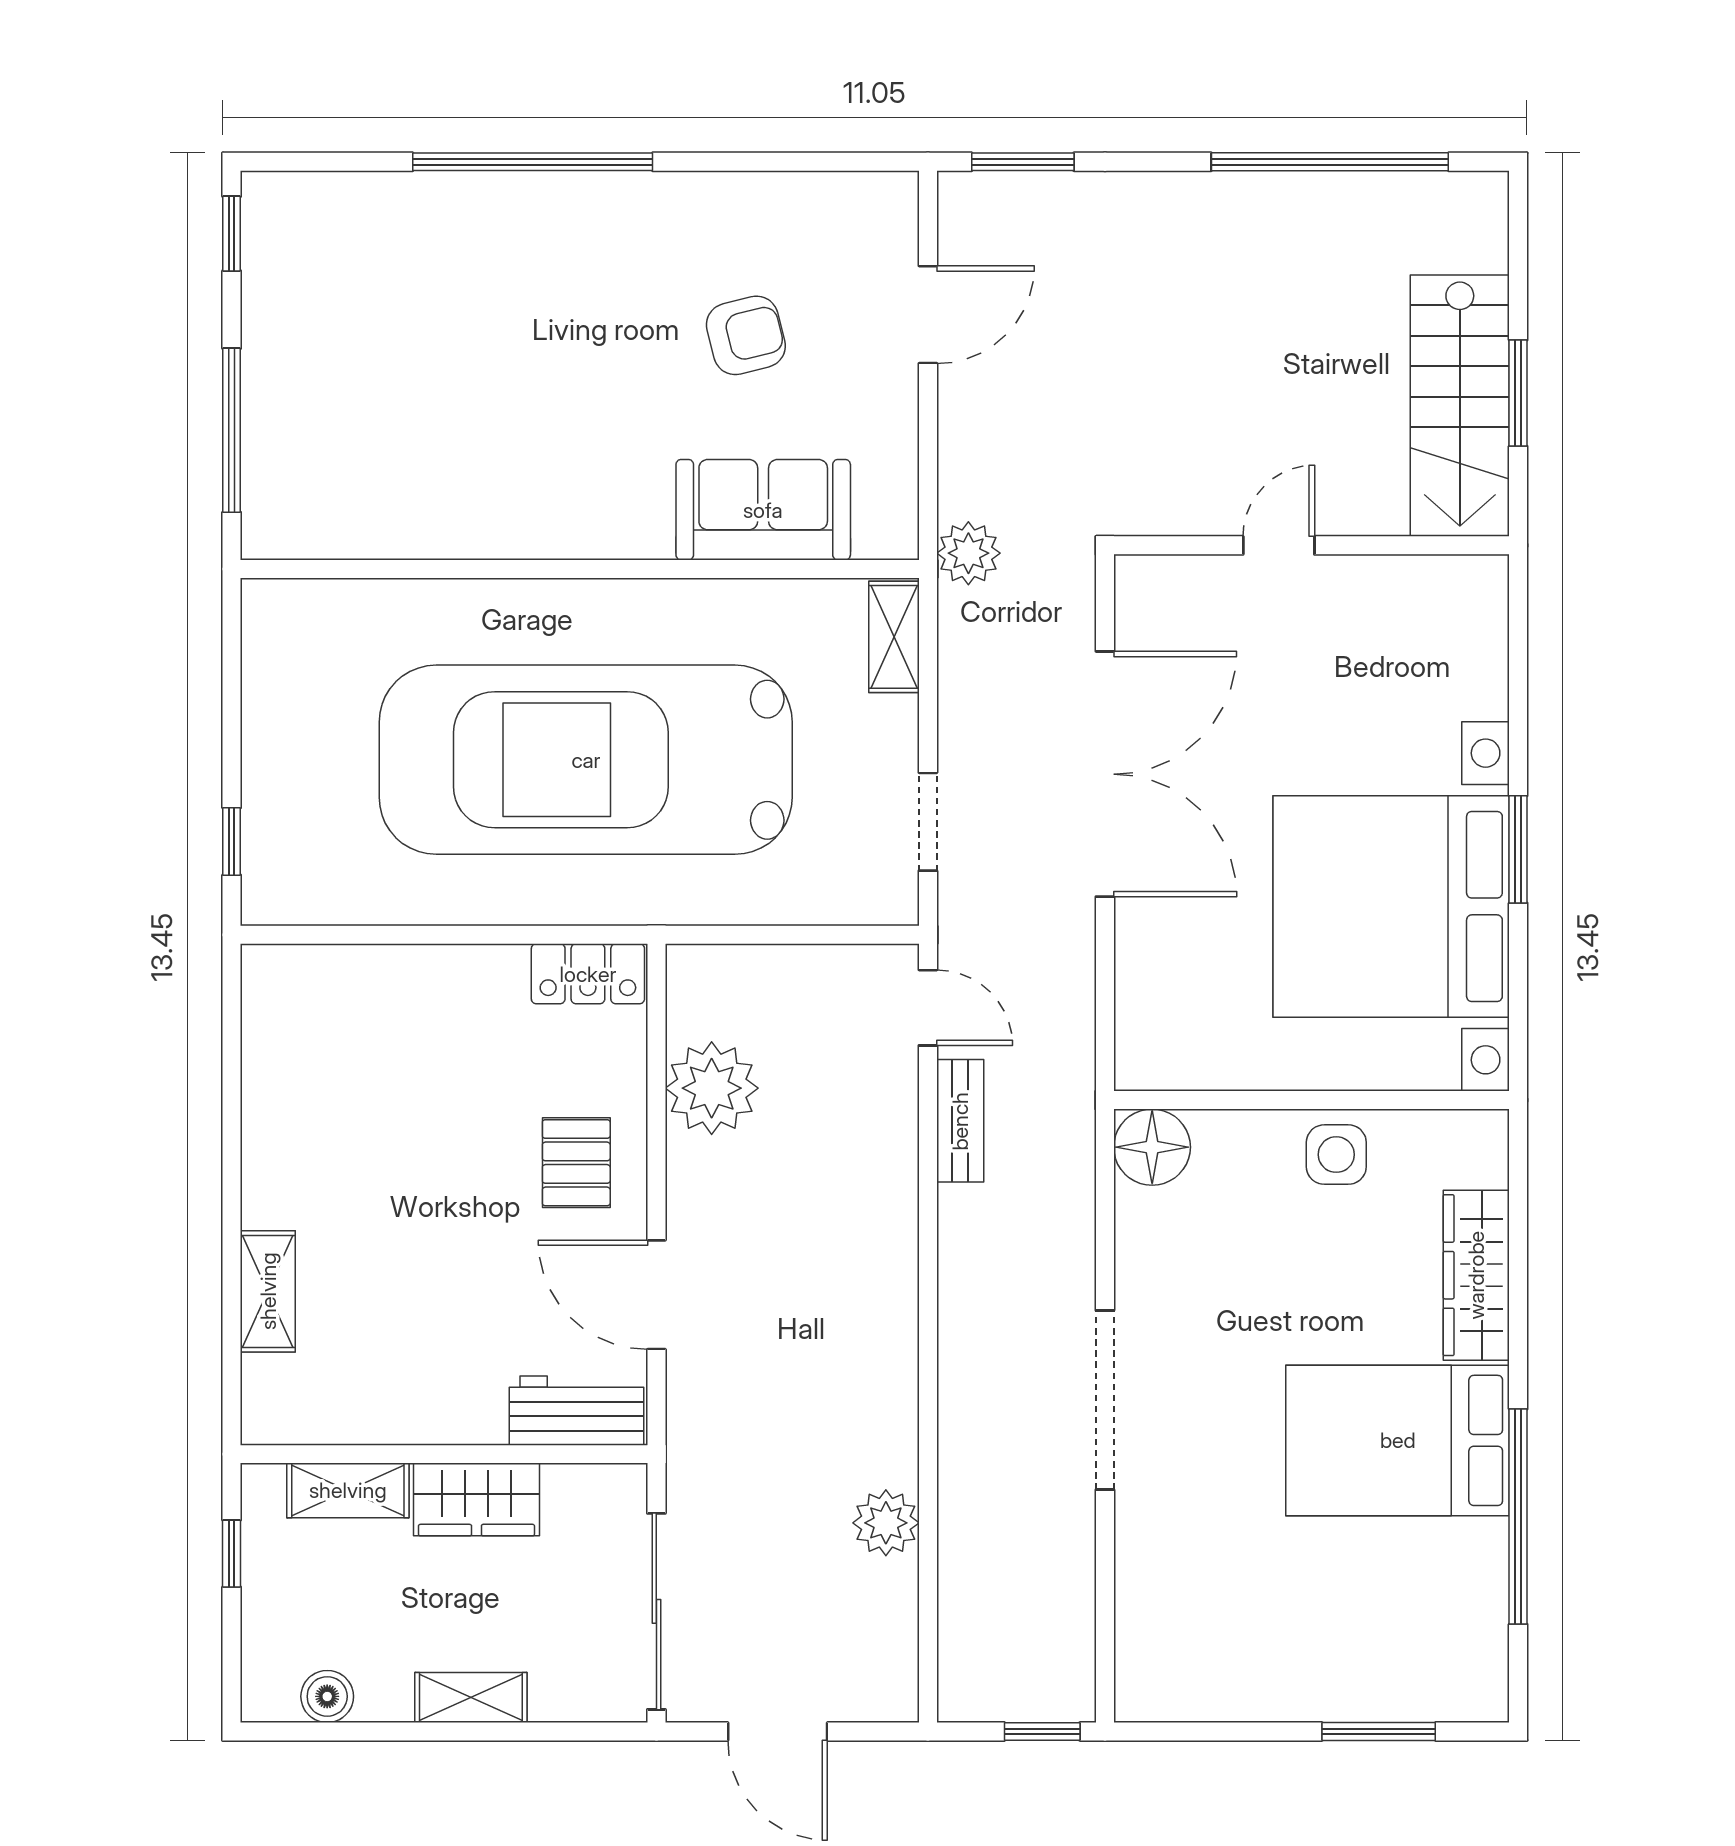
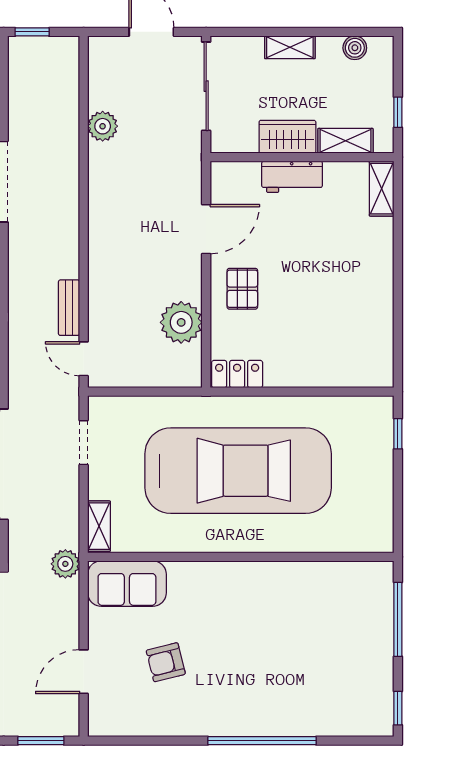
sofa: (763, 510) -> (127, 584), moved
shelving: (268, 1291) -> (382, 189), moved
door: (656, 1295) -> (206, 229), hinge flipped
workbench: (577, 1411) -> (292, 177), moved

